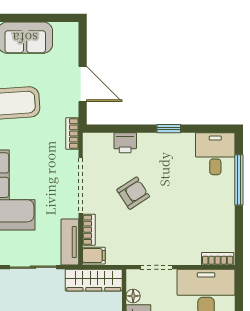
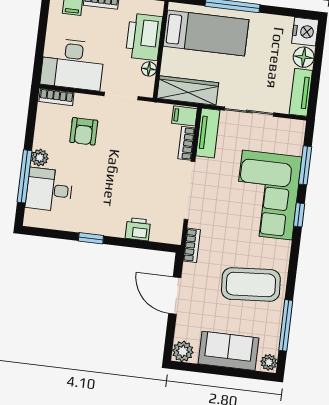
plant: (69, 32) -> (183, 351), added
desk: (215, 154) -> (49, 190), moved, turned 90
armchair: (133, 193) -> (84, 131), moved, turned -57
plant: (227, 199) -> (40, 158), added

